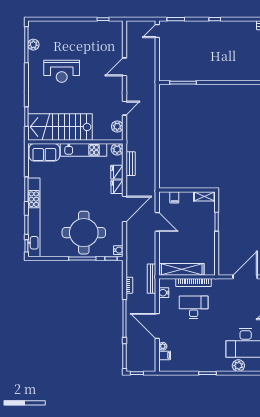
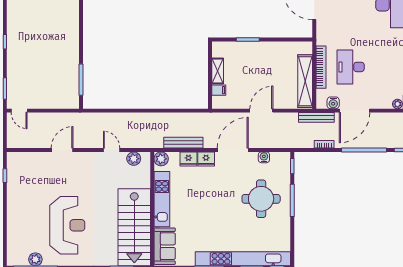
door: (124, 67) -> (62, 150), swing flipped
reception desk: (62, 71) -> (67, 225), width x1.36, depth x1.30
bench: (131, 164) -> (183, 143), width x1.36
shelving: (204, 196) -> (218, 71), moved
door: (124, 209) -> (233, 150), hinge flipped
door: (157, 222) -> (261, 111), moved
round table: (84, 233) -> (261, 199), width x0.73, depth x0.73
water cooler: (118, 250) -> (264, 157), moved
door: (157, 326) -> (355, 111), moved

